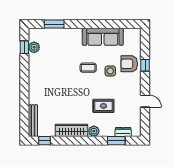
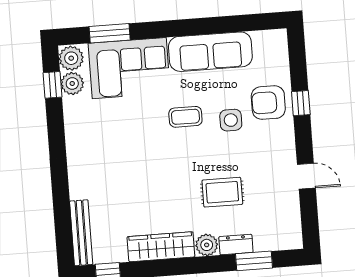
plant: (34, 35) -> (71, 58), added
corner sofa: (62, 42) -> (129, 68), added
dresser: (123, 132) -> (236, 245), moved

